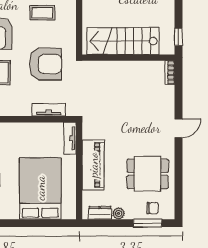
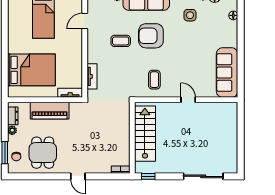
coffee table: (42, 13) -> (154, 80), moved
armchair: (45, 64) -> (127, 74), removed

